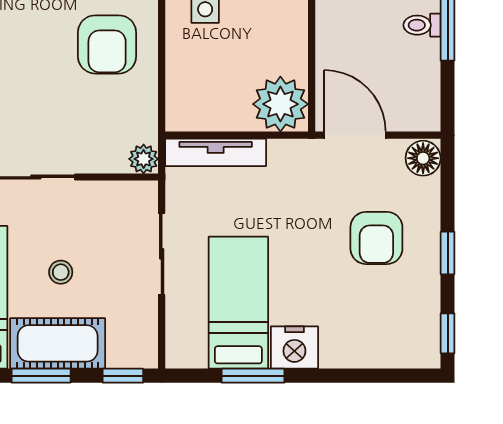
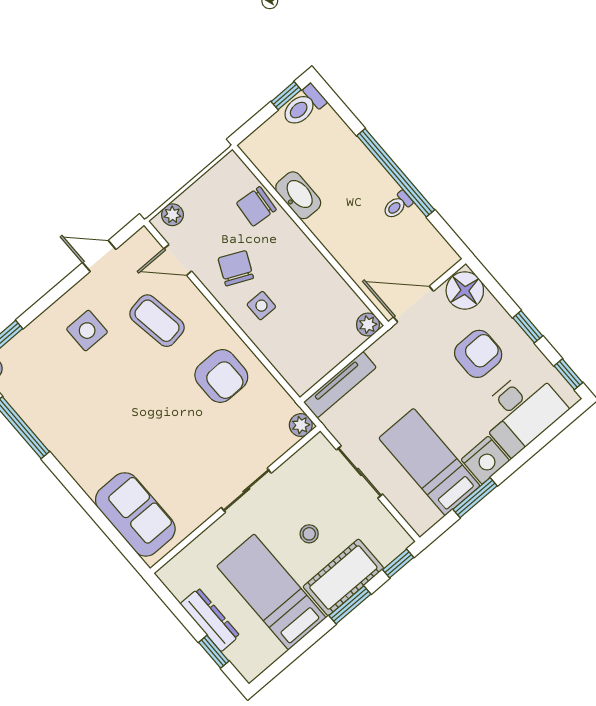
plant: (280, 104) -> (368, 325), width x0.53, depth x0.53
floor lamp: (423, 158) -> (465, 290), width x1.38, depth x1.38
armchair: (376, 238) -> (478, 354), turned -90
desk: (370, 330) -> (521, 411), added

